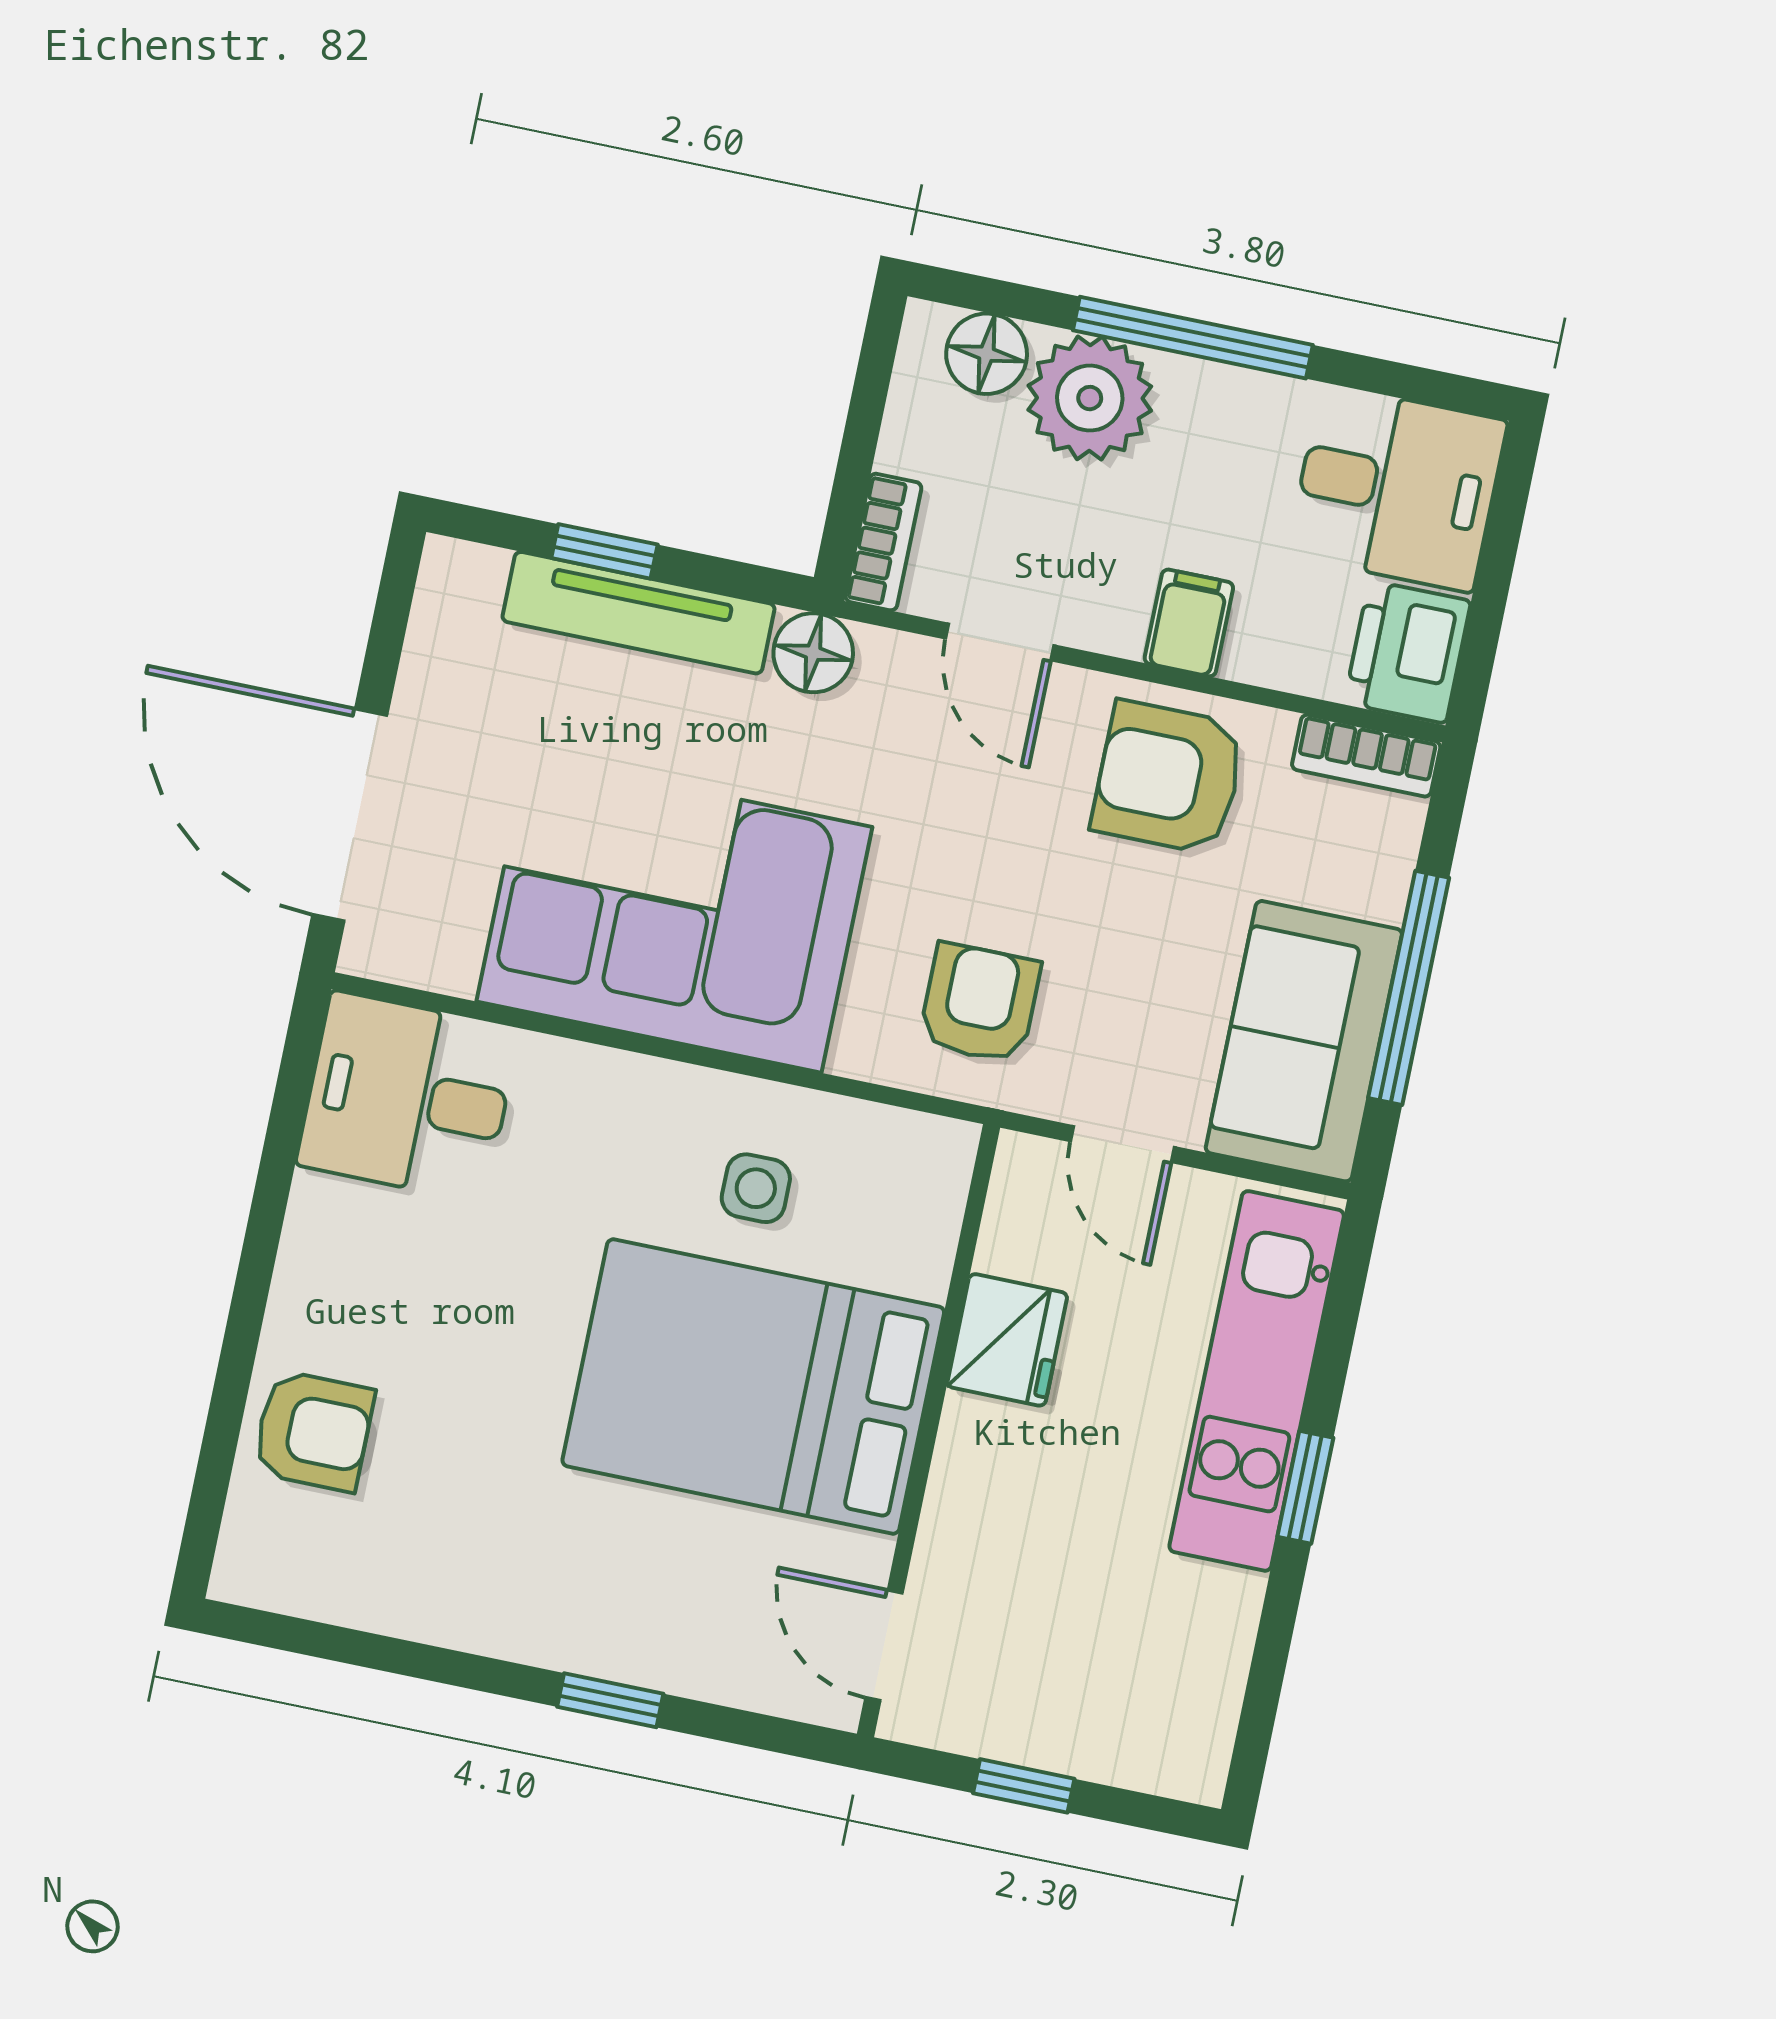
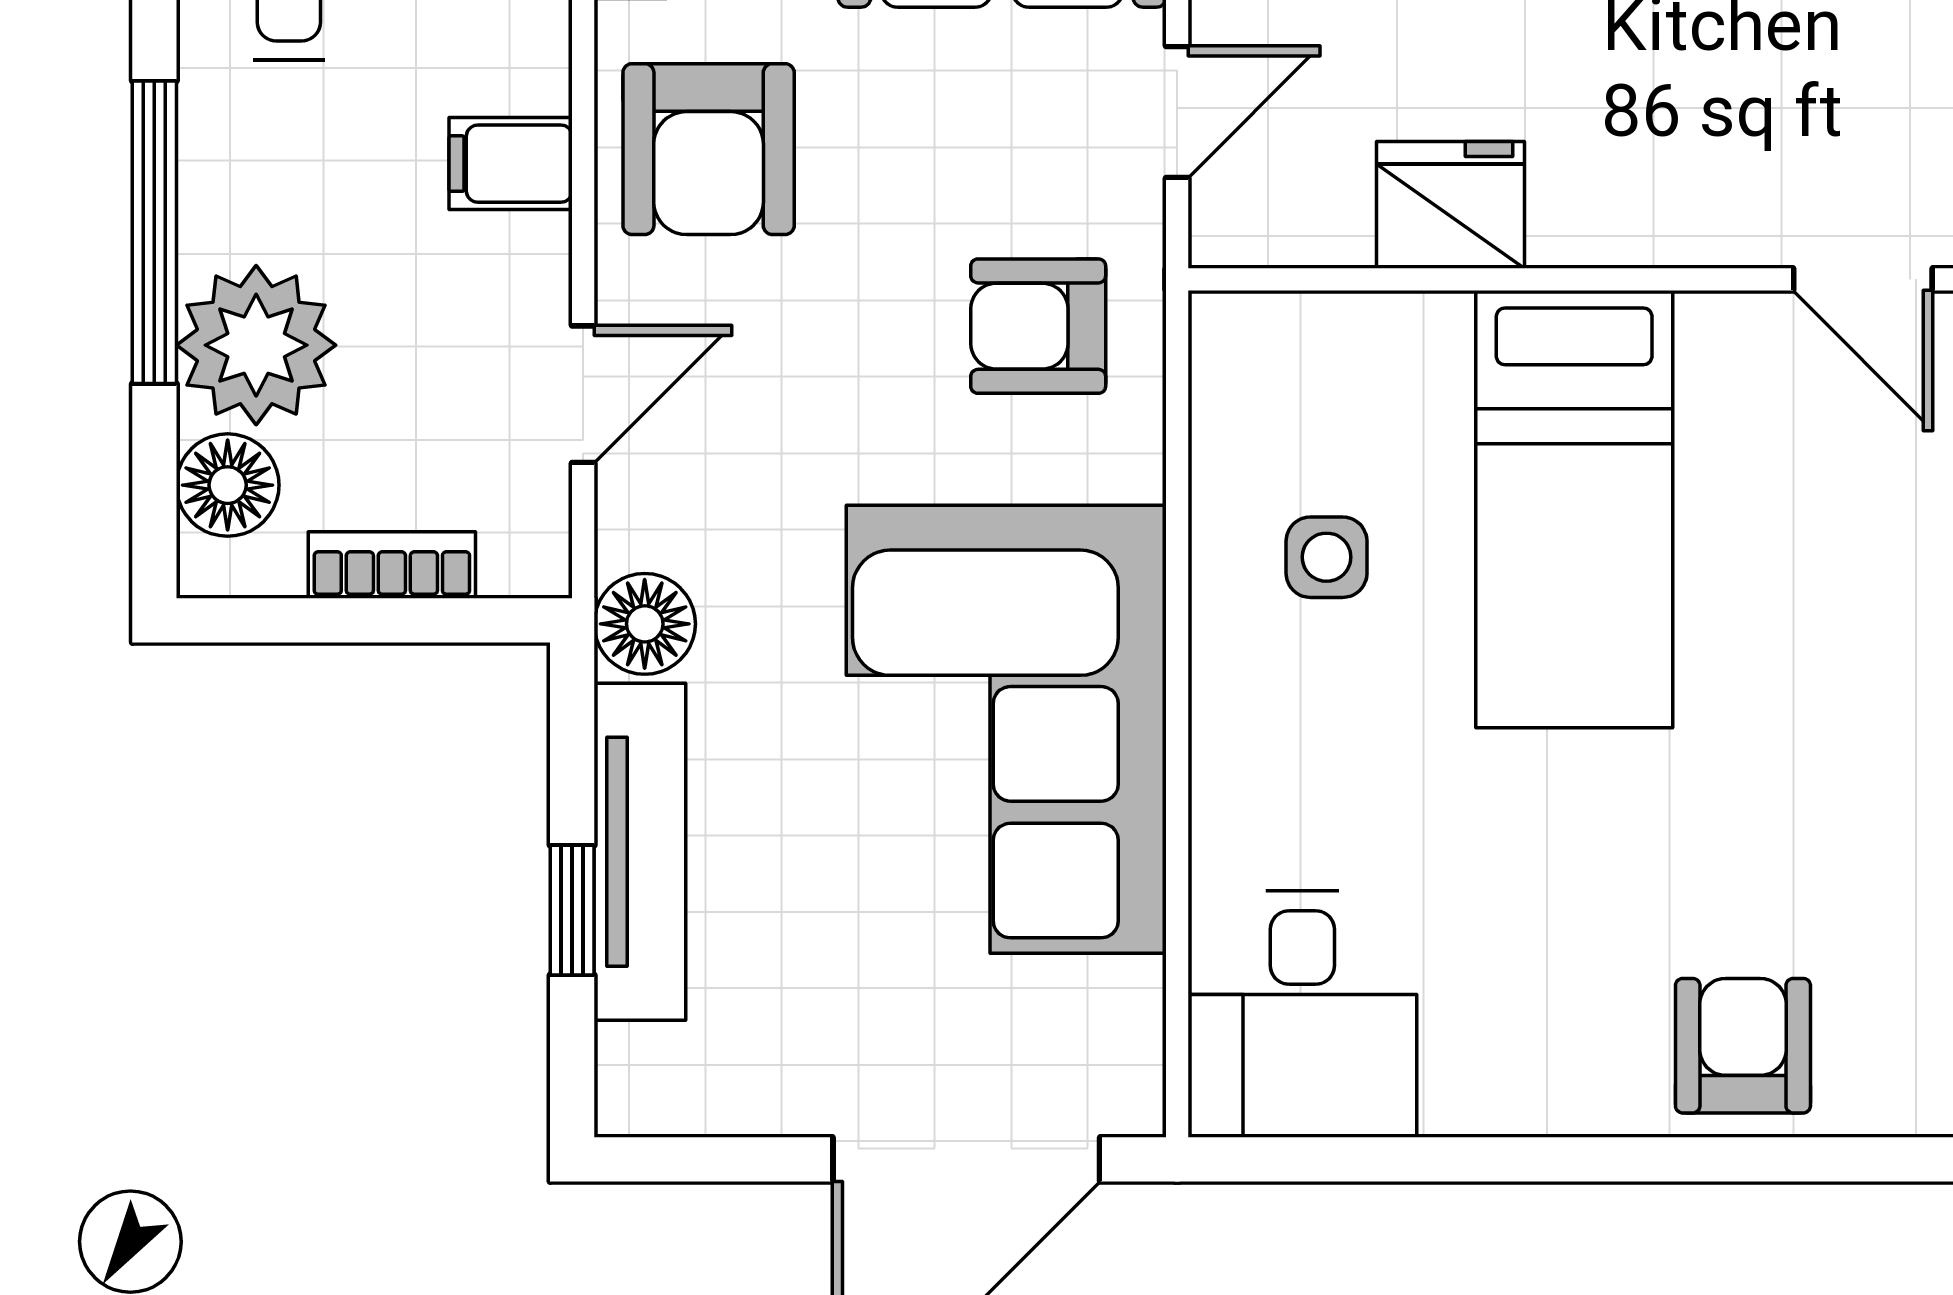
bookcase: (883, 542) -> (392, 565), moved
bed: (753, 1387) -> (1574, 509), width x0.67
door: (884, 1645) -> (1863, 279), hinge flipped

